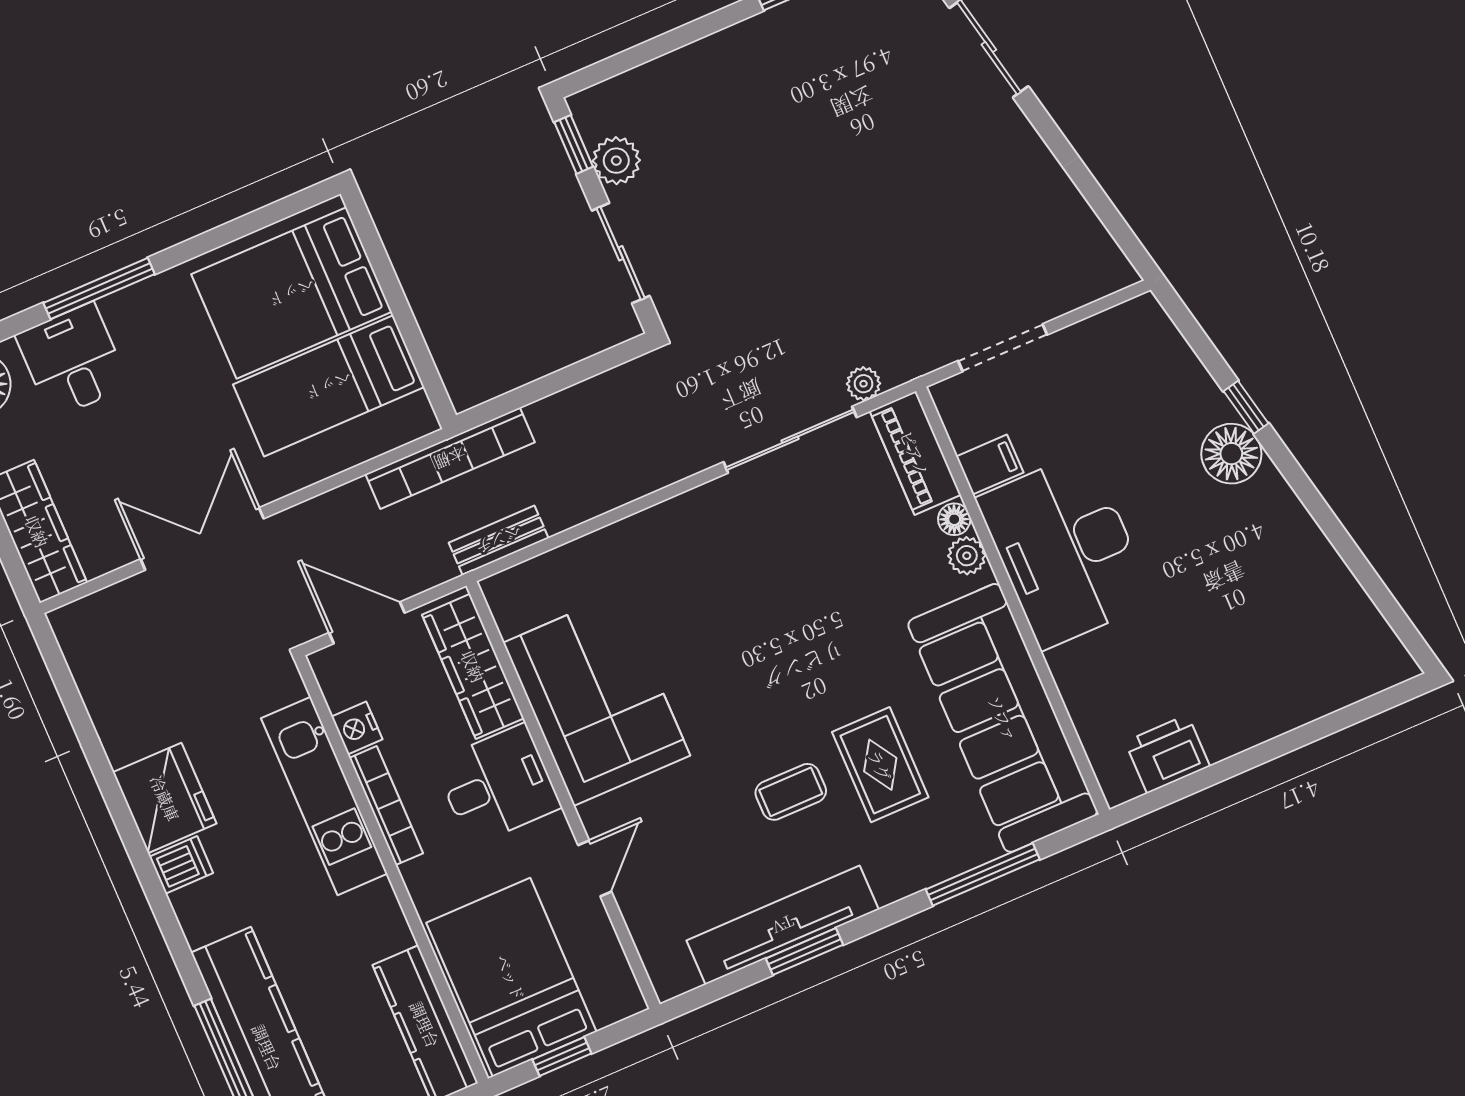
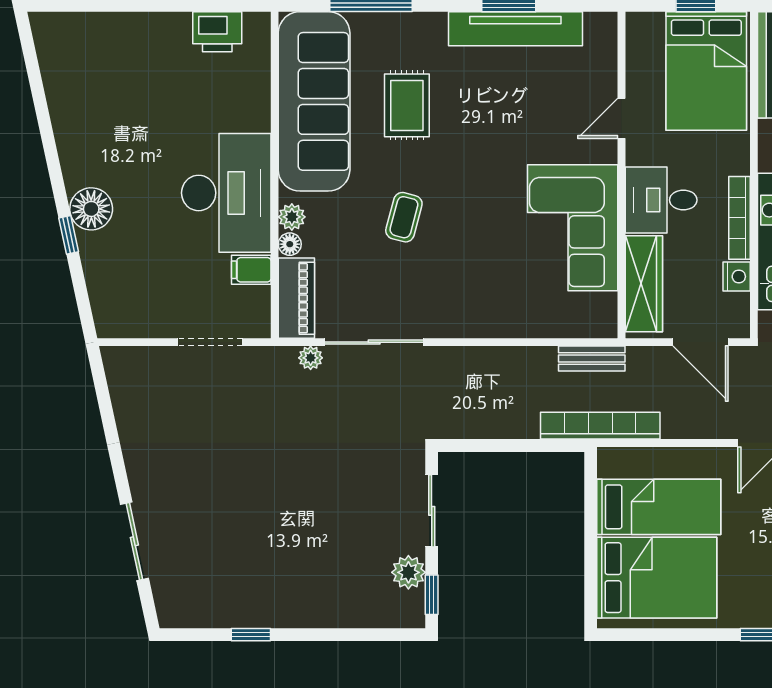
coffee table: (791, 792) -> (404, 217), moved, turned -75

